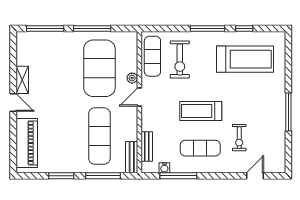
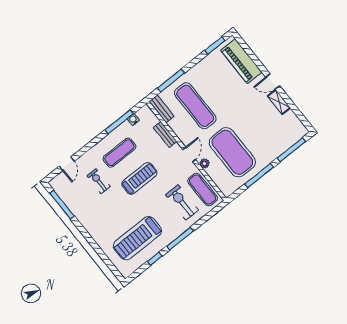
window: (288, 112) -> (62, 205), moved
bench: (147, 147) -> (165, 135), moved
window: (61, 176) -> (215, 46), moved

